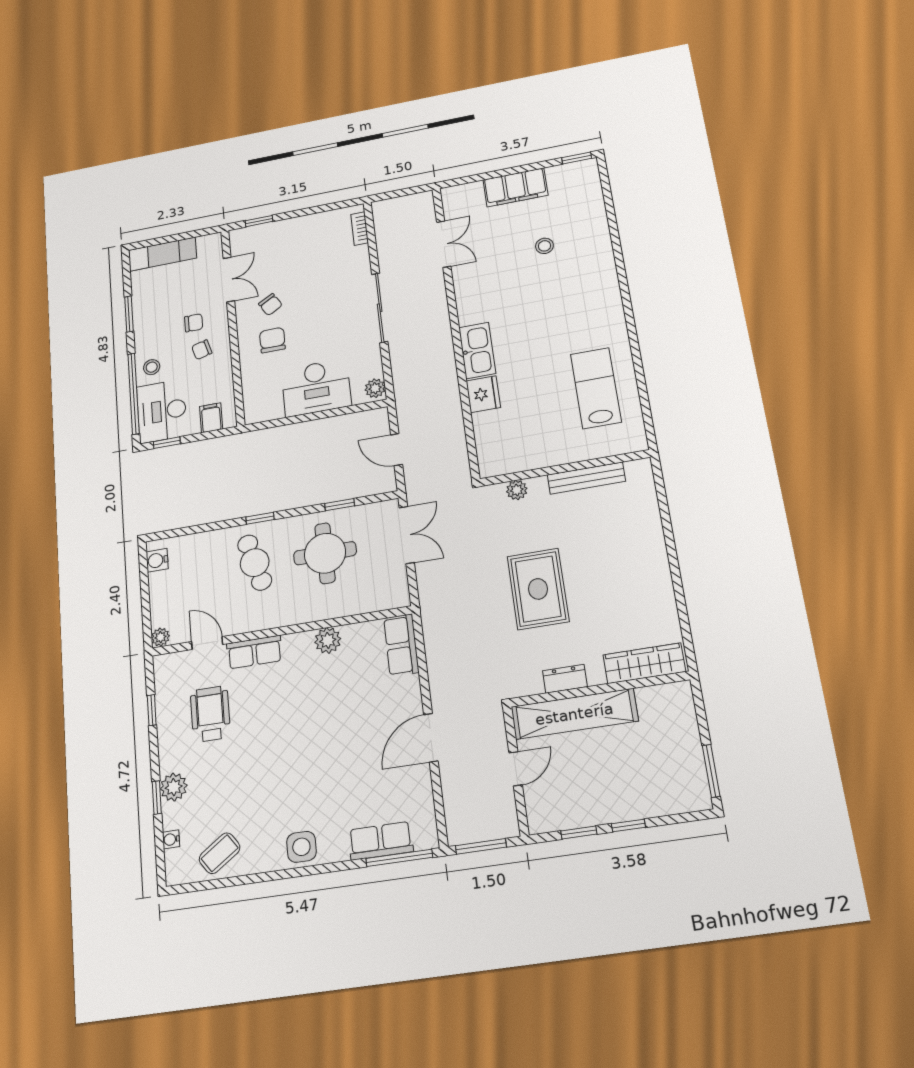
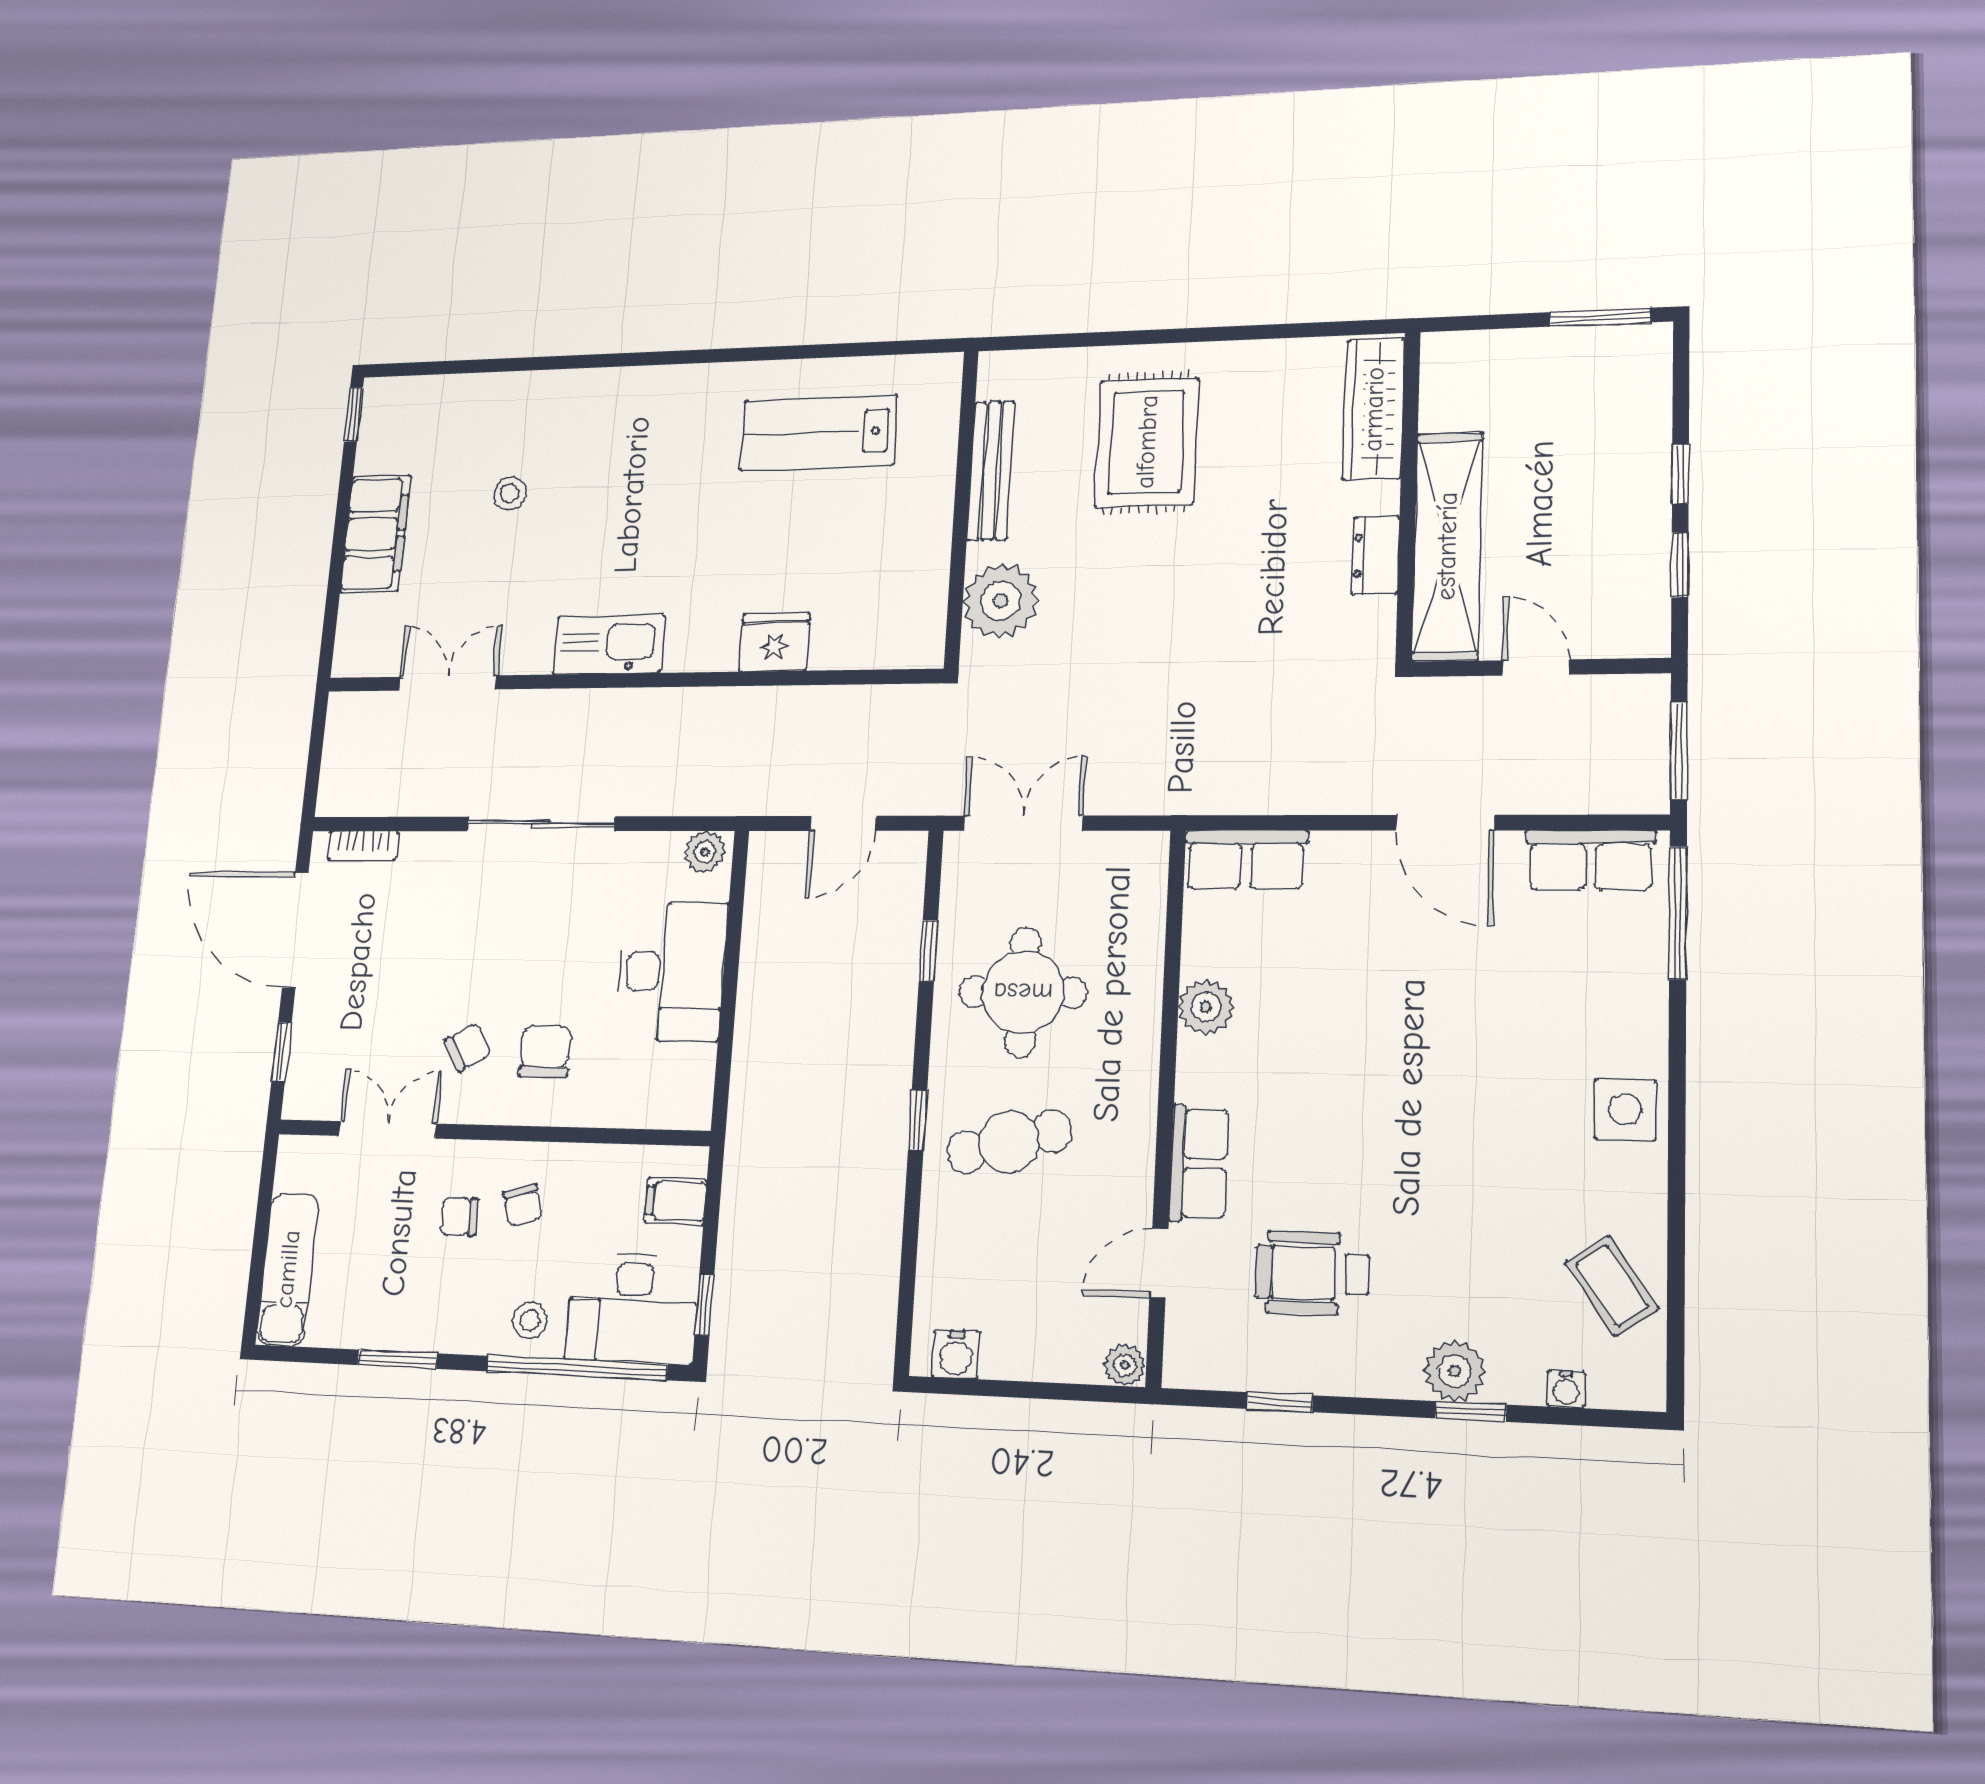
door: (316, 210) -> (295, 930), added
chair: (194, 323) -> (459, 1217), turned -90
chair: (272, 340) -> (545, 1051), turned 90
kitchen sink: (477, 350) -> (609, 645), moved
plant: (517, 490) -> (1001, 601), width x1.87, depth x1.87
rug: (538, 589) -> (1147, 442), moved, turned 90
row of seats: (381, 841) -> (1590, 860), moved, turned -90

